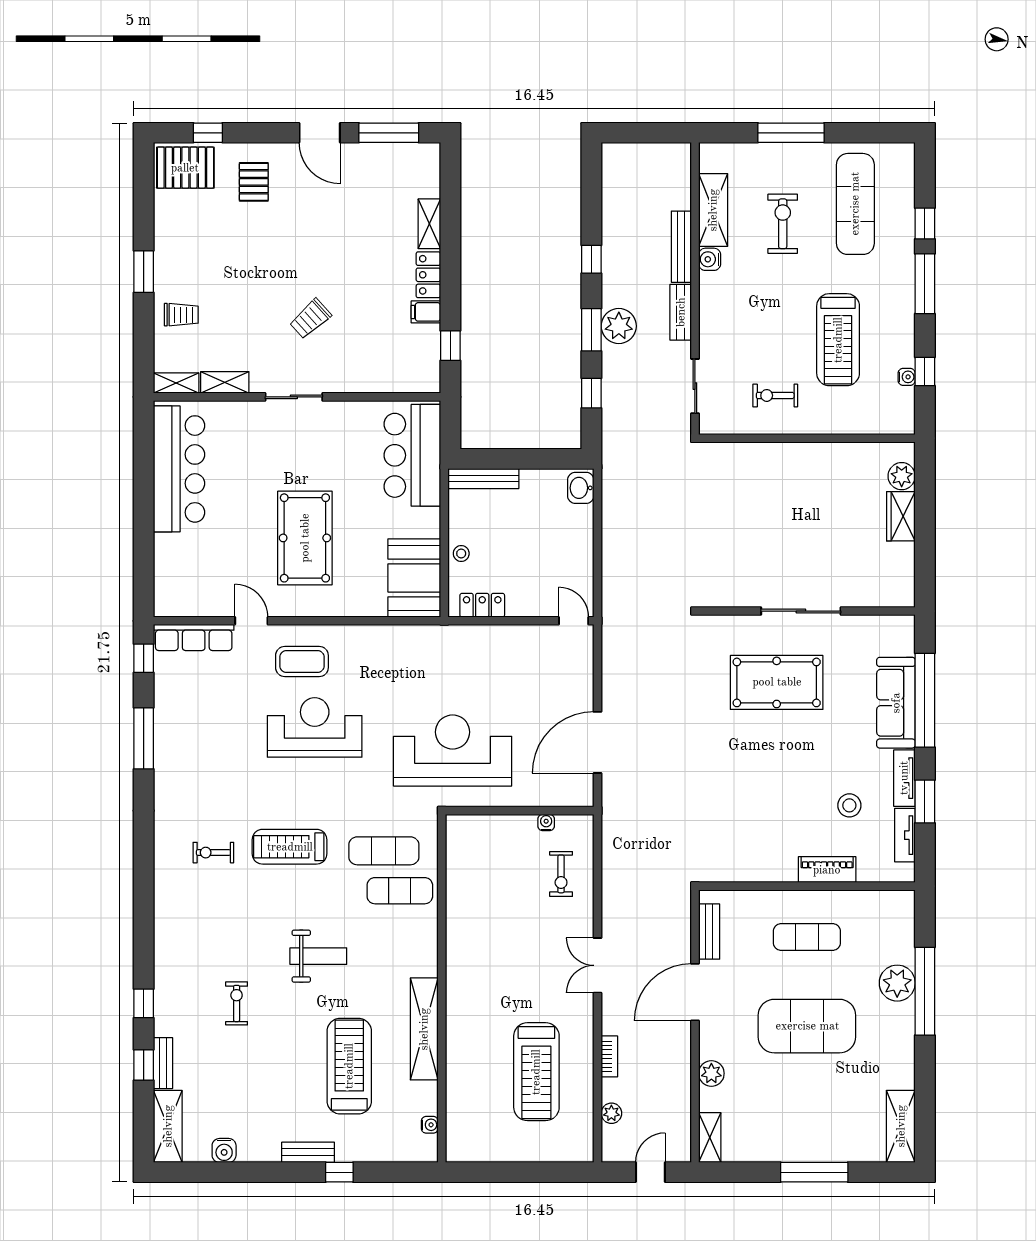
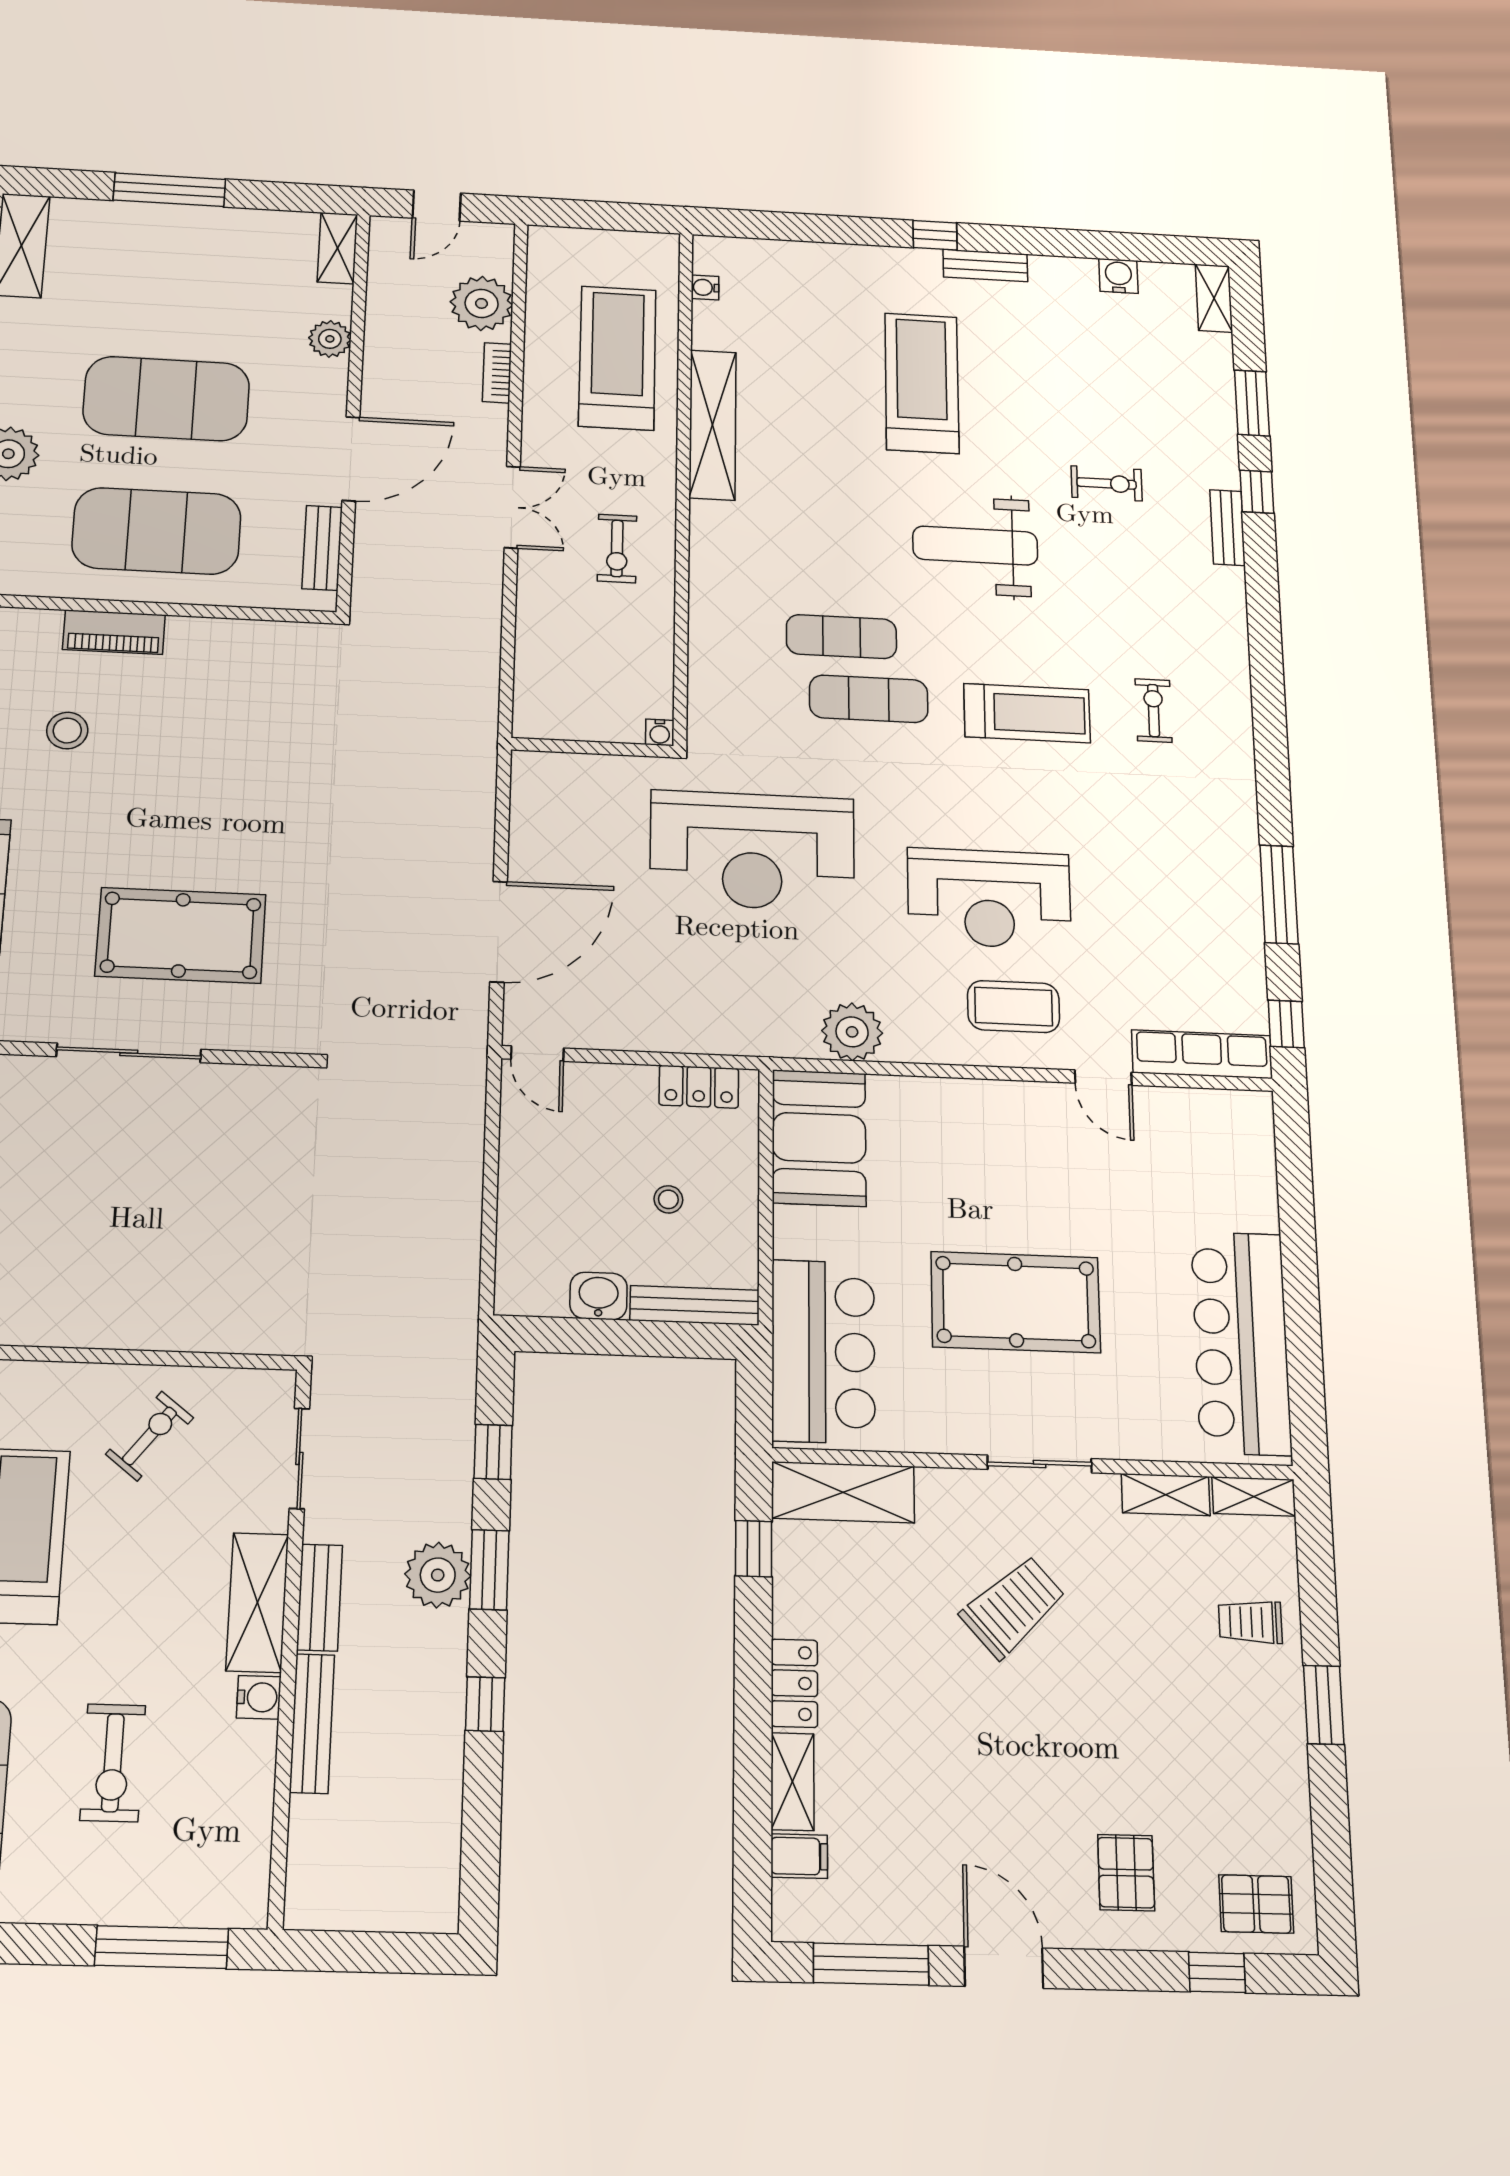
window: (791, 133) -> (162, 1947), moved
pallet: (185, 168) -> (1256, 1904), width x0.67, depth x0.71
shelving: (713, 210) -> (257, 1602), moved
filing cabinet: (426, 312) -> (799, 1856), moved
trolley: (310, 319) -> (1013, 1607), width x1.36, depth x1.39
shelving: (402, 378) -> (843, 1492), added
exercise bike: (775, 395) -> (150, 1436), turned -52
washbasin: (581, 488) -> (599, 1296), moved, turned -90
pool table: (305, 538) -> (1016, 1302), moved, turned 90
stool: (461, 553) -> (668, 1199), moved
plant: (395, 642) -> (852, 1032), added
door: (598, 742) -> (499, 932), moved
water cooler: (546, 823) -> (660, 732), moved
exercise bike: (213, 853) -> (1154, 711), turned -90
exercise bike: (561, 874) -> (617, 548), moved, turned 180
exercise mat: (807, 937) -> (157, 531), width x2.00, depth x1.45
weight bench: (318, 956) -> (975, 546), width x1.36, depth x1.33
wall: (442, 988) -> (683, 482), moved
exercise bike: (237, 1003) -> (1107, 483), turned -90
shelving: (424, 1029) -> (713, 425), moved
bench: (163, 1063) -> (1227, 528), moved
window: (144, 1065) -> (1252, 403), width x1.50
treadmill: (349, 1066) -> (922, 383), turned 180
plant: (611, 1113) -> (482, 303), width x1.87, depth x1.87
water cooler: (430, 1125) -> (705, 287), moved
shelving: (168, 1126) -> (1214, 298), width x0.67, depth x0.75

